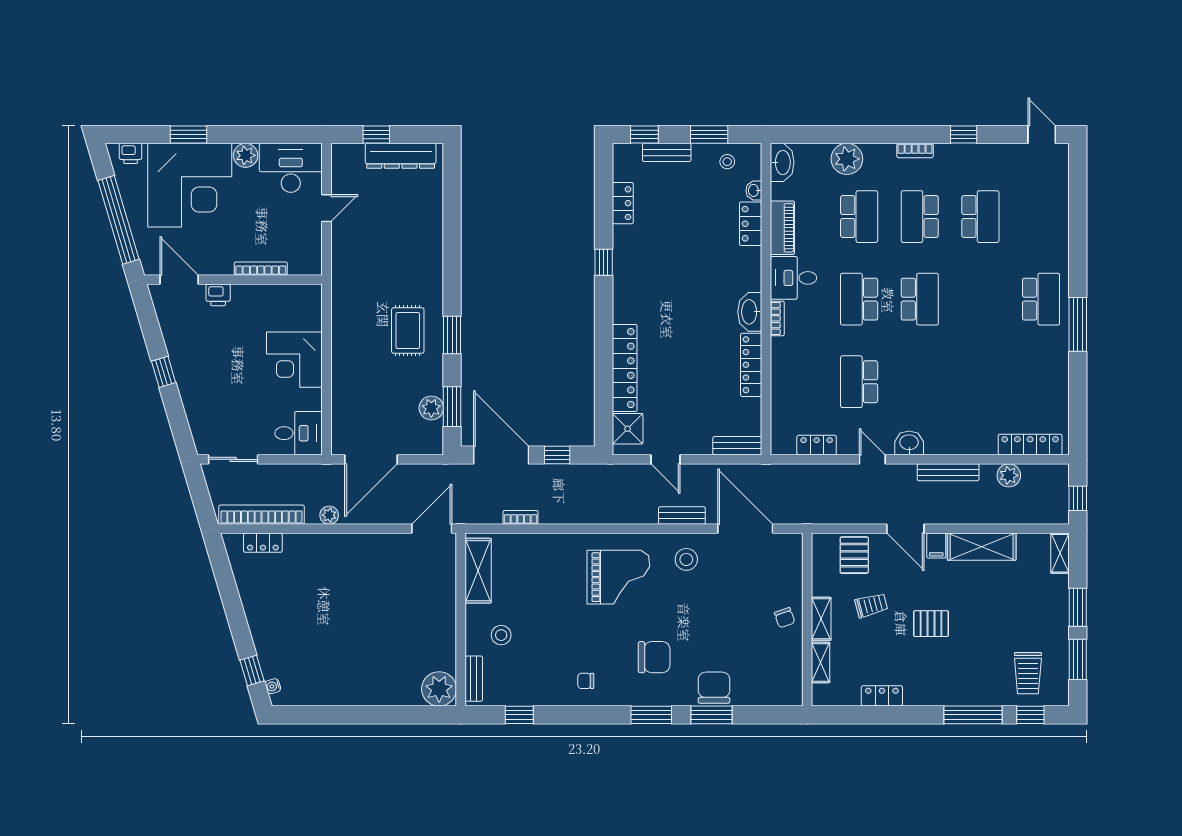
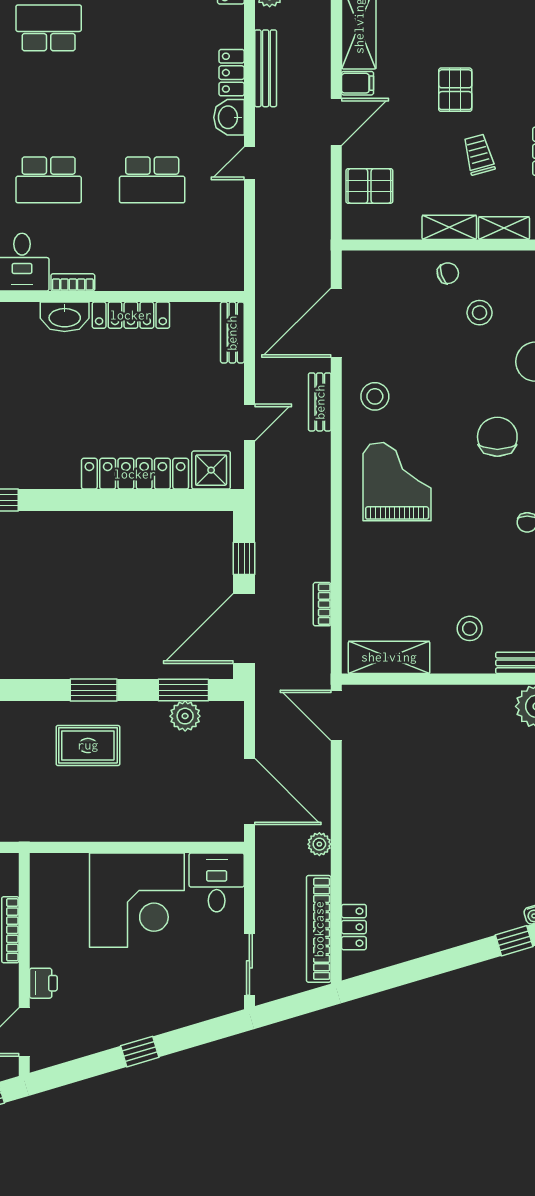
school desk: (920, 299) -> (49, 28), moved
corner desk: (294, 360) -> (137, 900), width x1.36, depth x1.36
locker: (817, 445) -> (232, 73), moved
trolley: (871, 605) -> (479, 155), moved
stool: (753, 643) -> (480, 313), added

